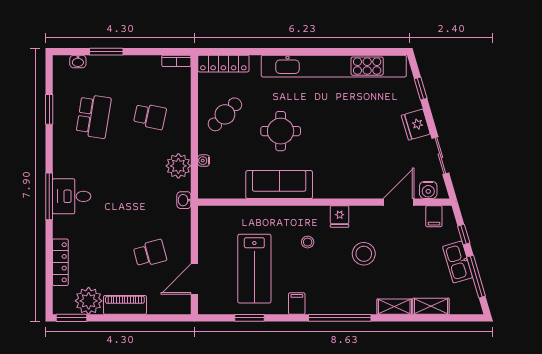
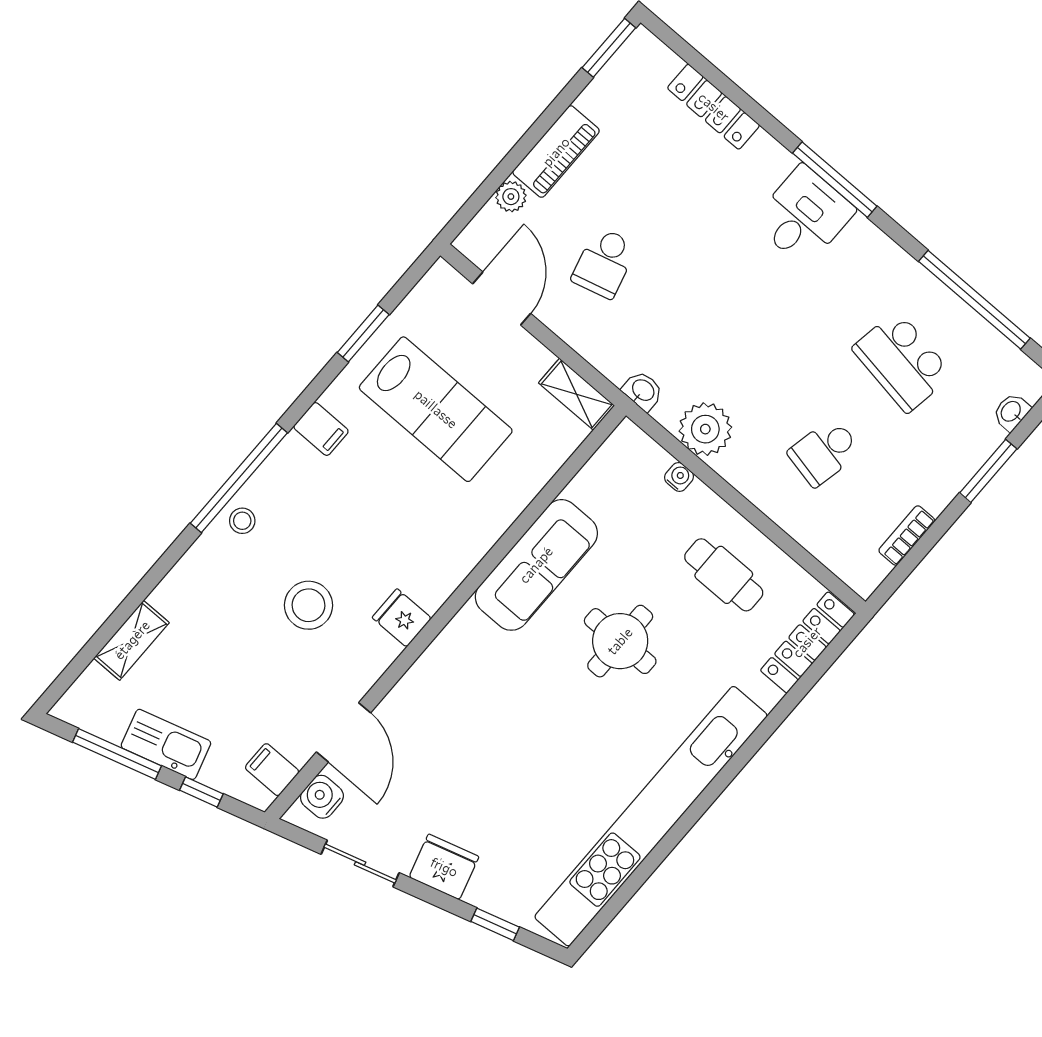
bookcase: (176, 61) -> (907, 536), moved
window: (49, 109) -> (974, 300), width x2.11
cafe table: (225, 114) -> (724, 575), turned -45
stool: (308, 242) -> (242, 521), moved
lab bench: (254, 269) -> (436, 409), turned 180
plant: (89, 301) -> (511, 197), moved, width x0.53, depth x0.53
shelving: (394, 307) -> (577, 394), moved, turned 90

